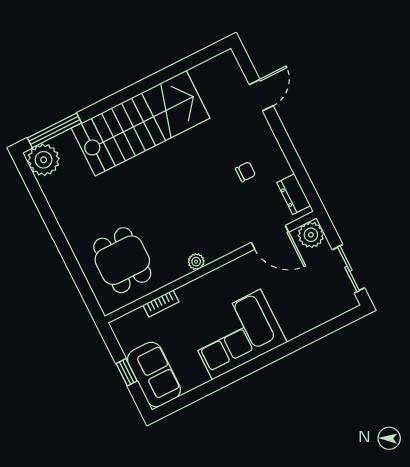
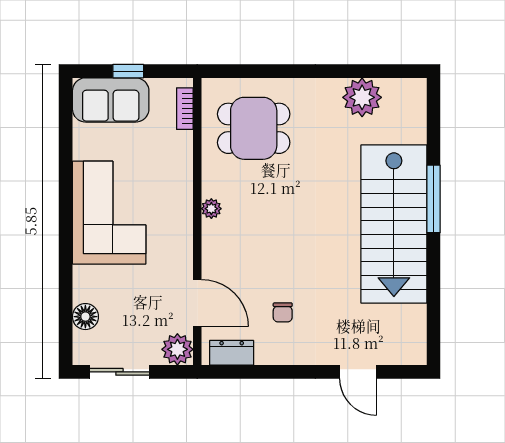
window: (54, 130) -> (434, 199), moved
plant: (44, 160) -> (362, 97), moved
door: (270, 237) -> (197, 303), swing flipped
bookcase: (161, 303) -> (185, 109), moved
floor lamp: (321, 314) -> (85, 317), added

